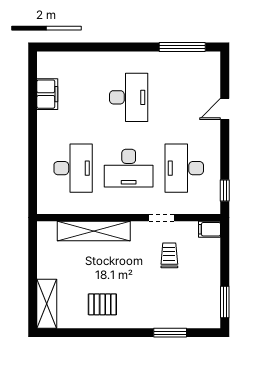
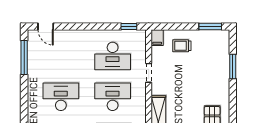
door: (225, 109) -> (46, 27), moved
desk: (129, 168) -> (113, 97), turned -90
trolley: (169, 255) -> (182, 46), moved

